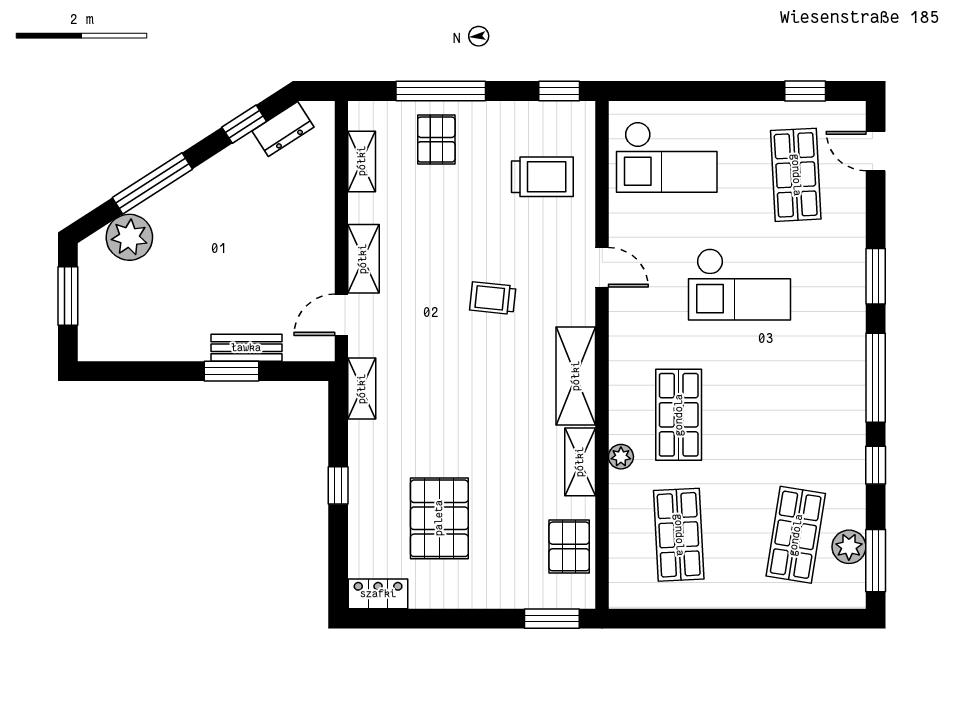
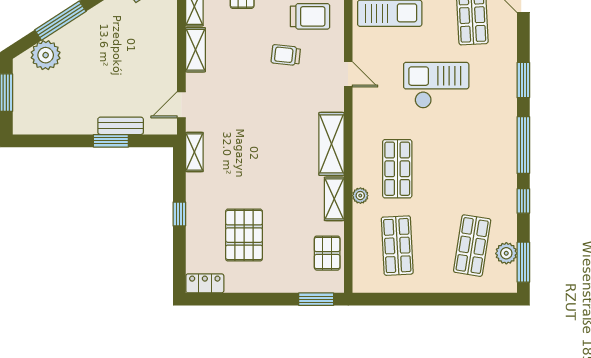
shelving: (363, 259) -> (195, 50), moved
checkout: (740, 284) -> (436, 85), turned 180
trolley: (493, 298) -> (286, 55), moved

